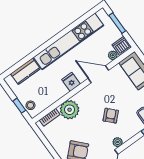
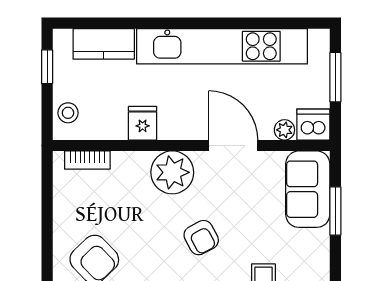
fridge: (71, 82) -> (143, 123), moved
window: (19, 106) -> (47, 67), moved
plant: (70, 110) -> (172, 172), moved
armchair: (111, 116) -> (201, 238), turned 106

